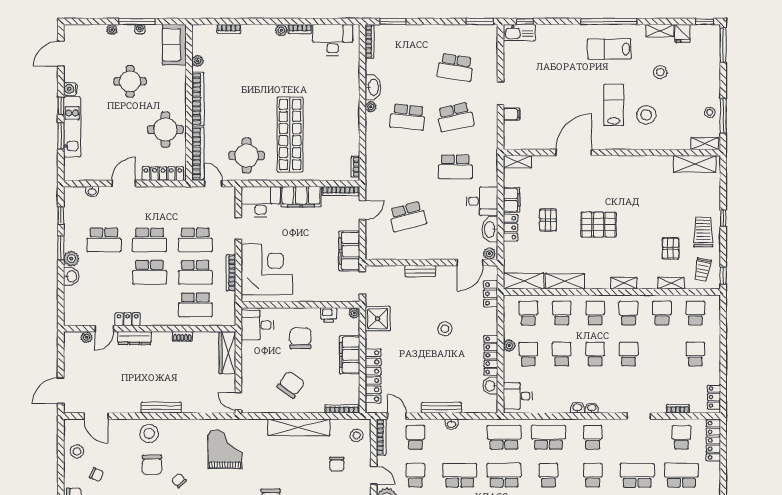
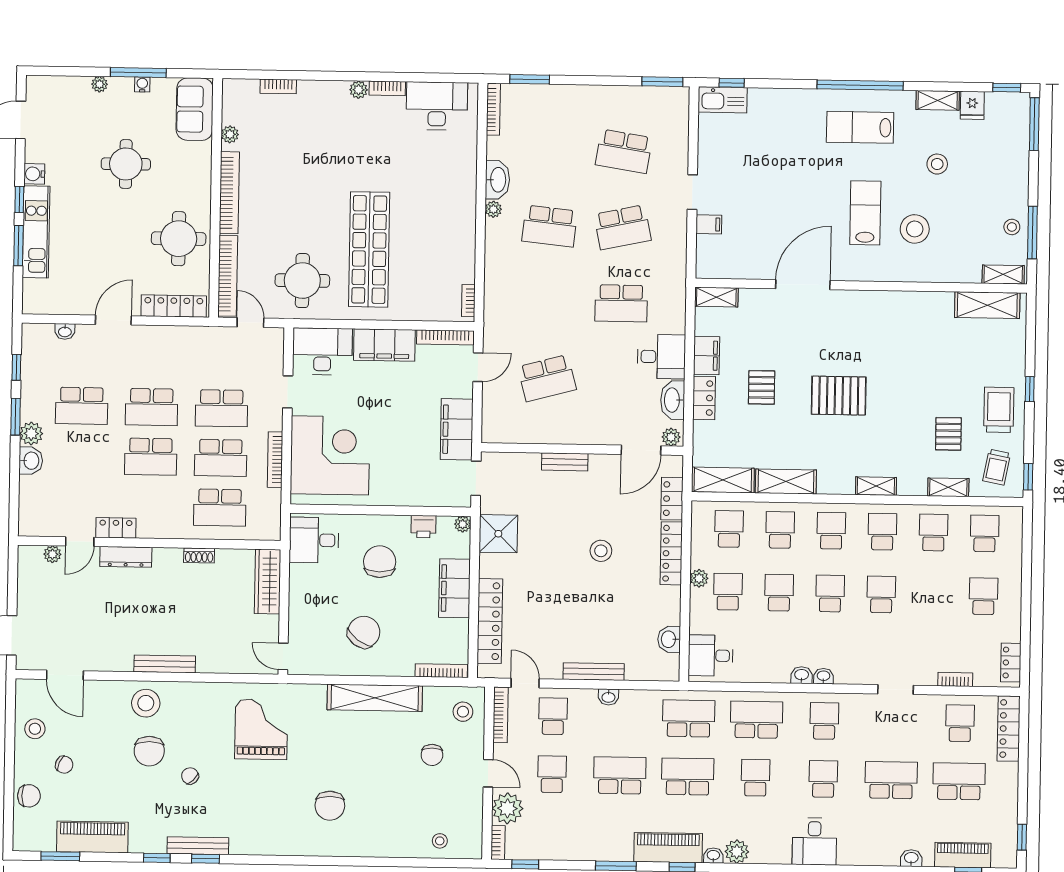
locker: (491, 355) -> (671, 553), moved

